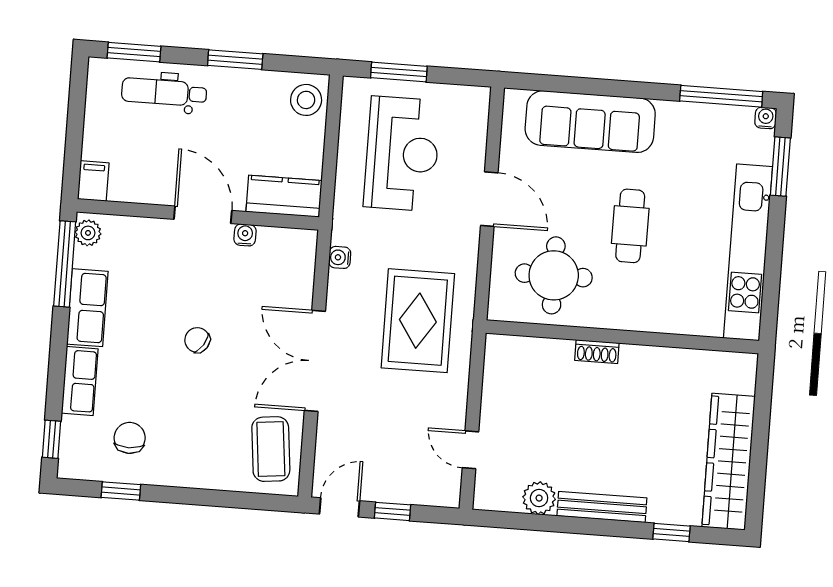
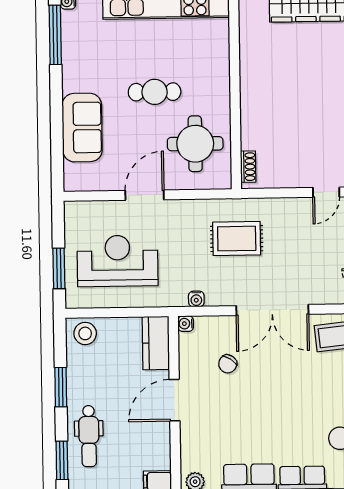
sofa: (590, 122) -> (82, 128), width x0.73
water cooler: (245, 235) -> (186, 324), moved
rug: (418, 321) -> (237, 239), width x0.73, depth x0.70
chair: (197, 340) -> (228, 364), moved
shoe rack: (597, 352) -> (248, 167), moved

